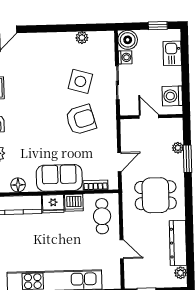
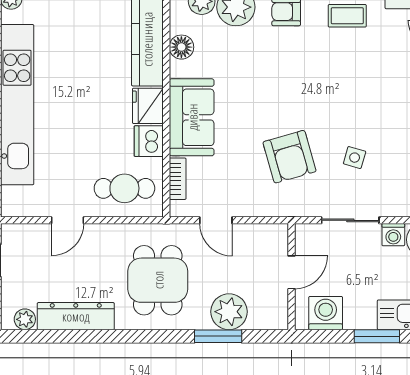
window: (185, 65) -> (377, 336), added
side table: (80, 81) -> (355, 158), width x0.54, depth x0.54
plant: (178, 148) -> (229, 312), width x1.88, depth x1.88

